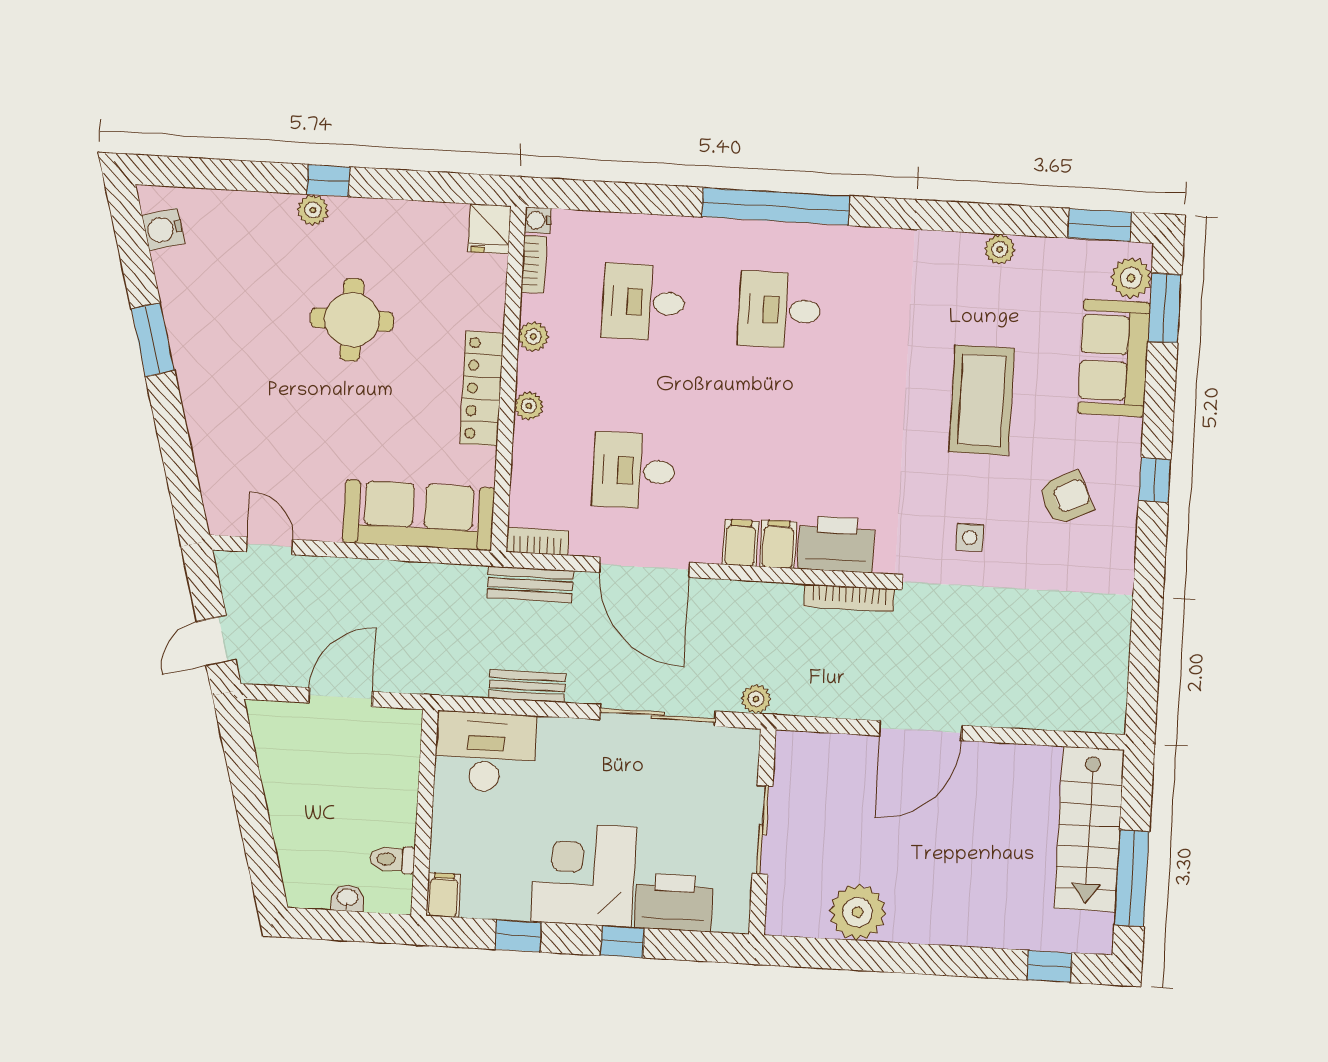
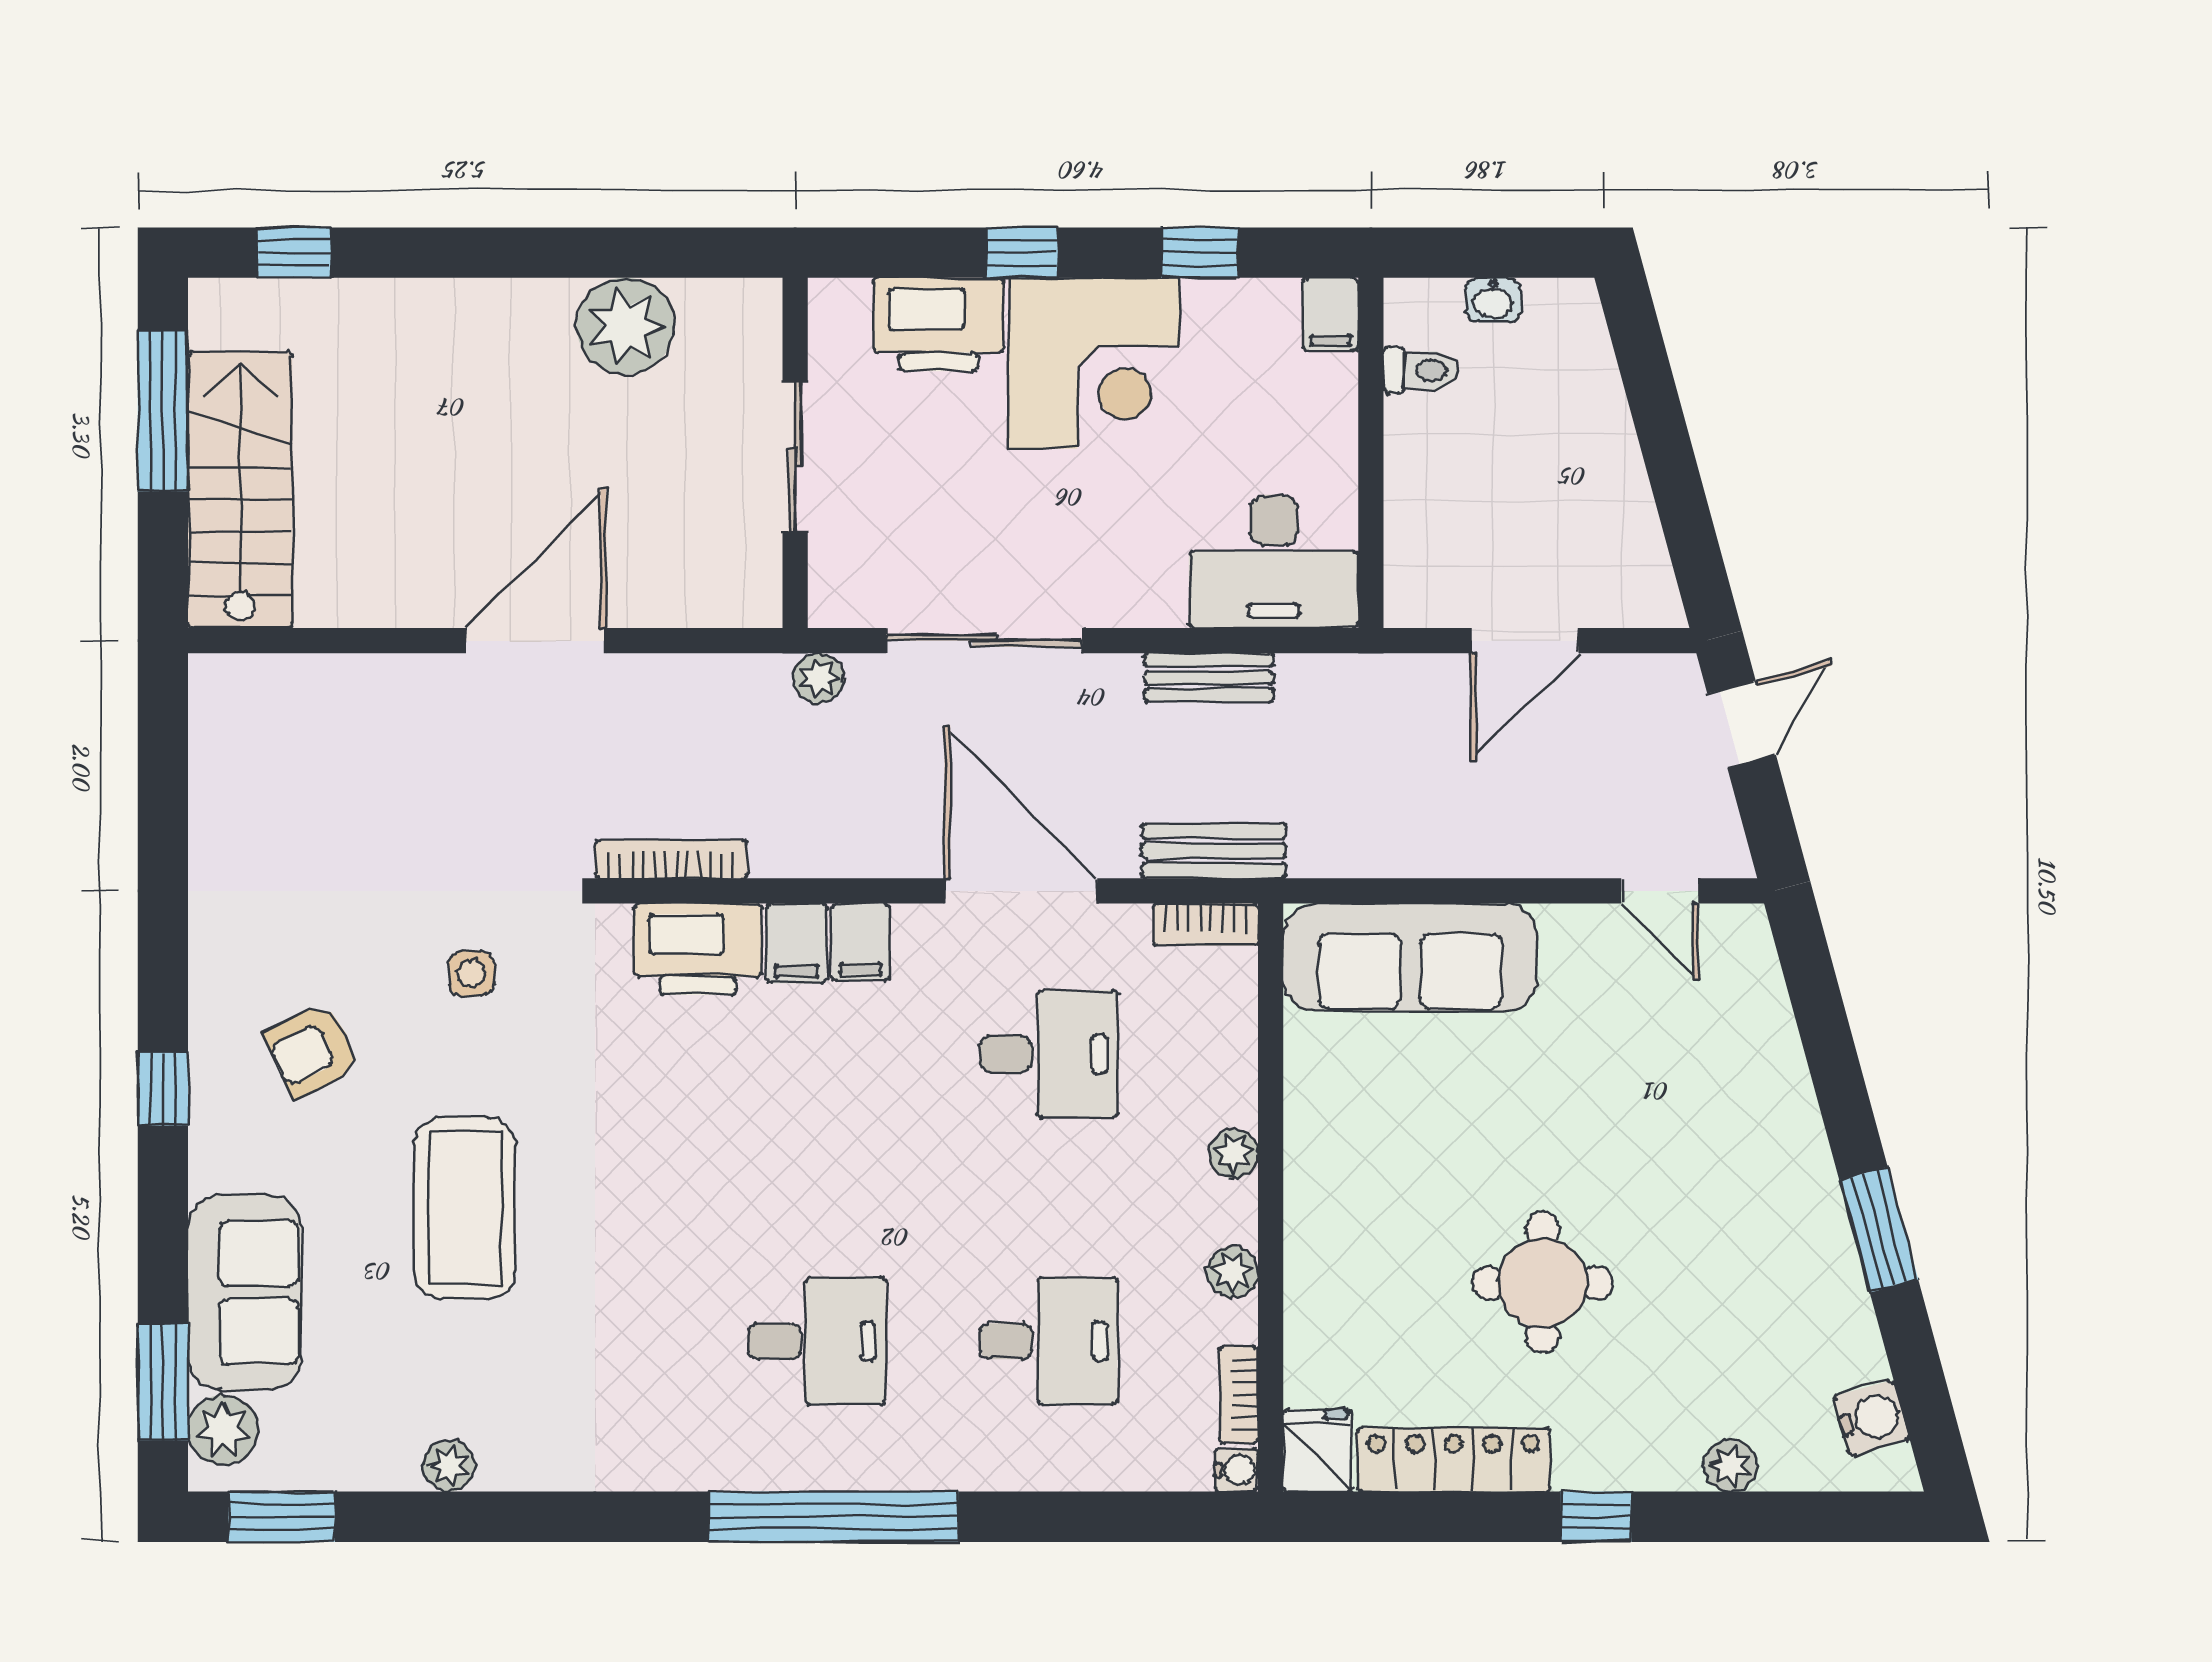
plant: (313, 210) -> (1731, 1465), moved
locker: (482, 388) -> (1454, 1460), moved, turned -90

